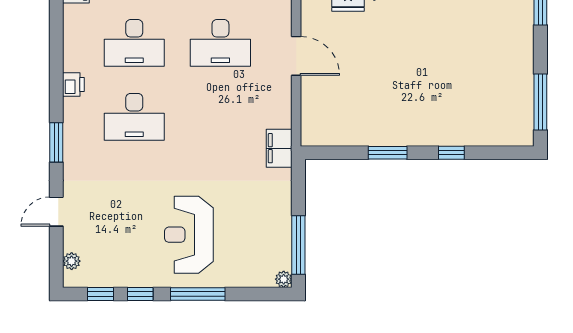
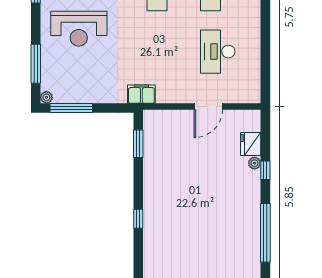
window: (388, 153) -> (138, 144), moved
reception desk: (189, 235) -> (79, 29), turned 180
window: (198, 294) -> (36, 64), moved

